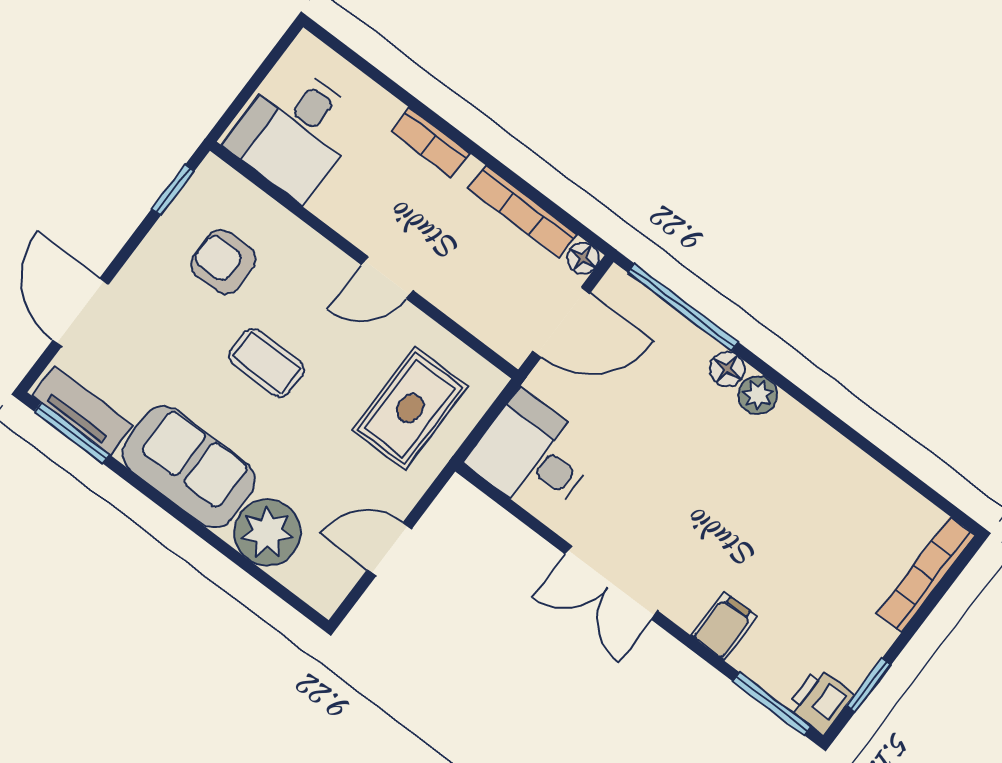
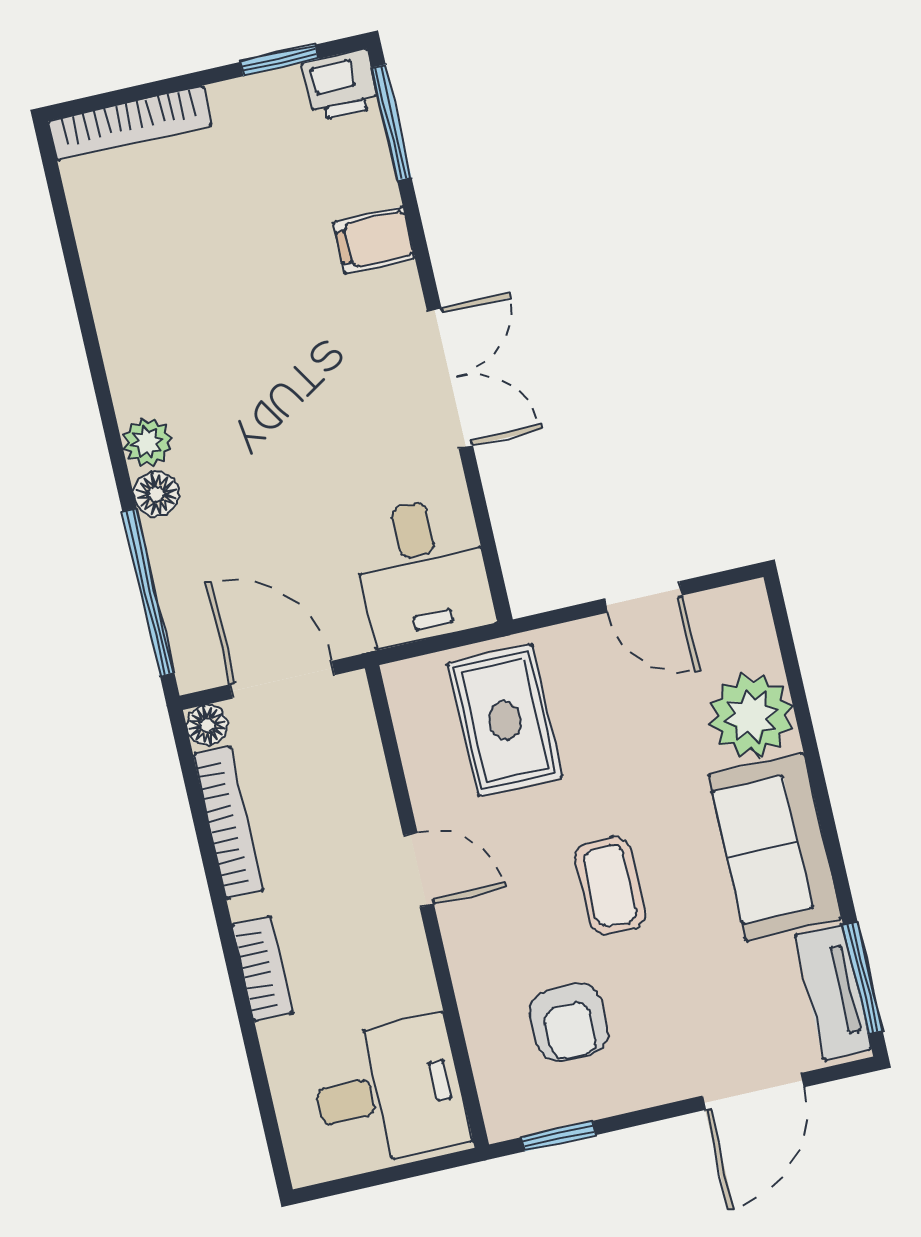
rug: (410, 408) -> (505, 720), turned 90

